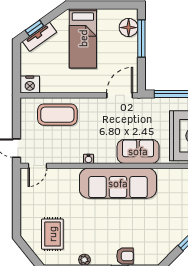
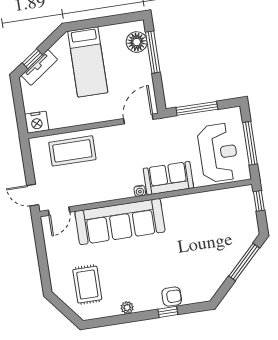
water cooler: (88, 159) -> (140, 191), moved
sofa: (118, 183) -> (120, 222), moved

